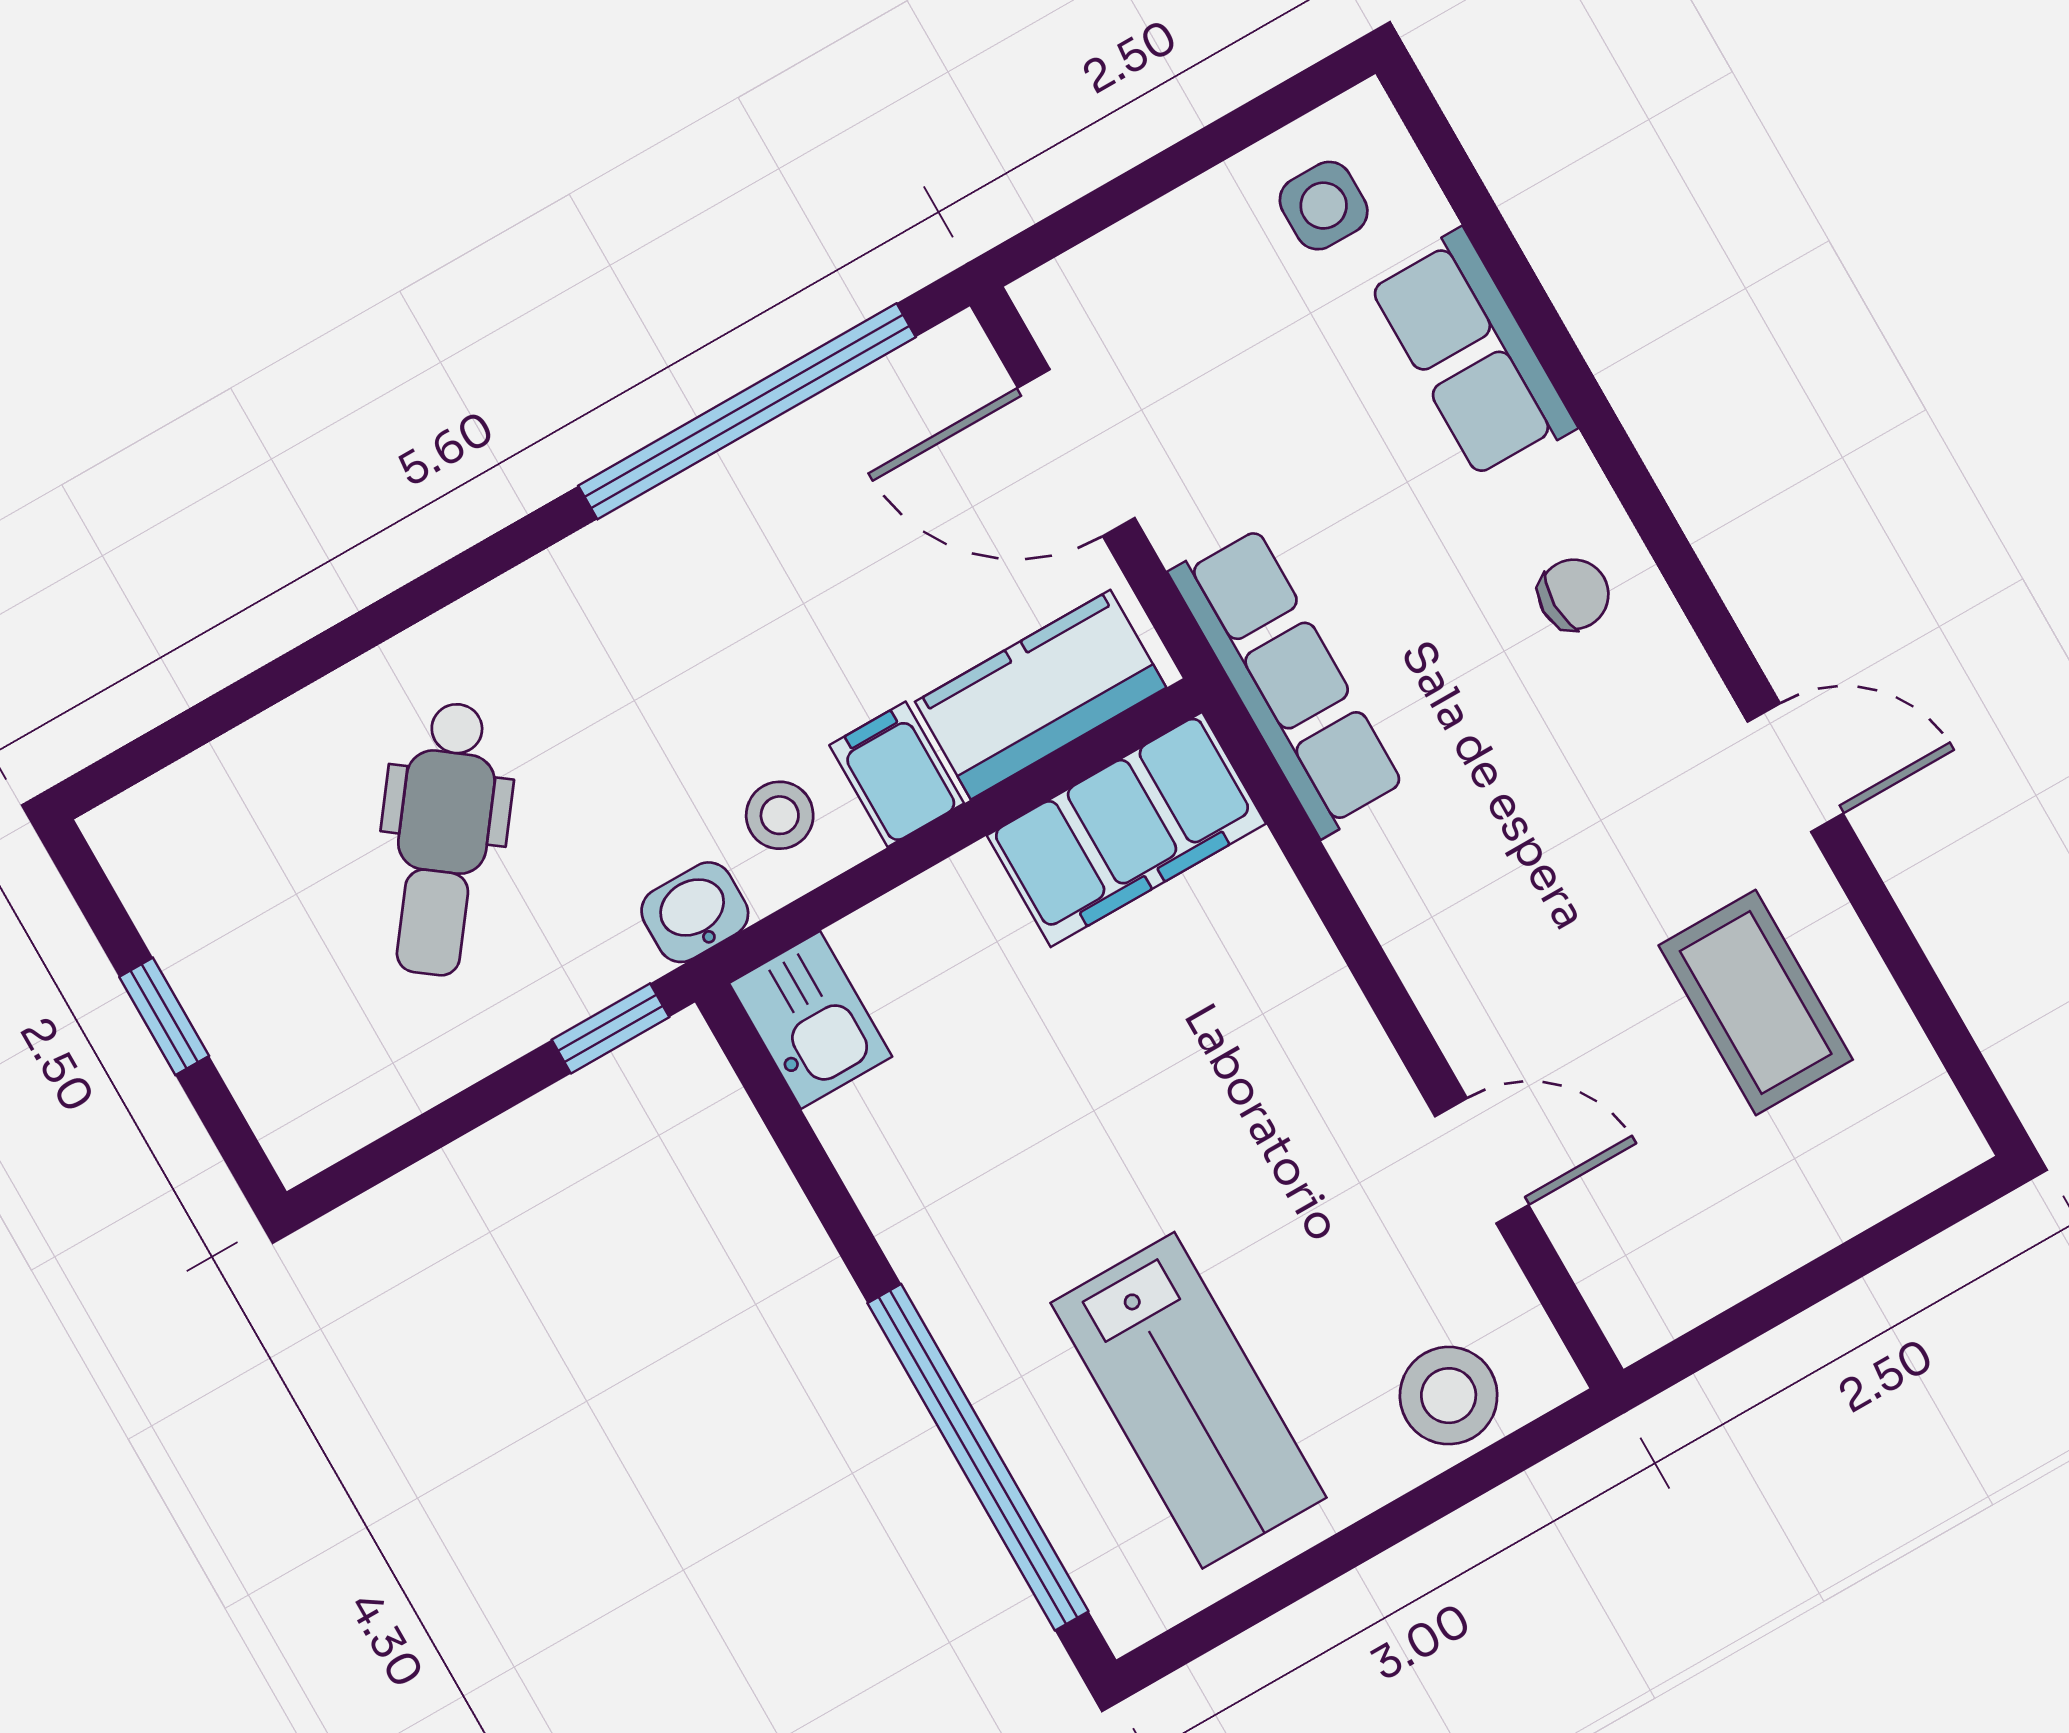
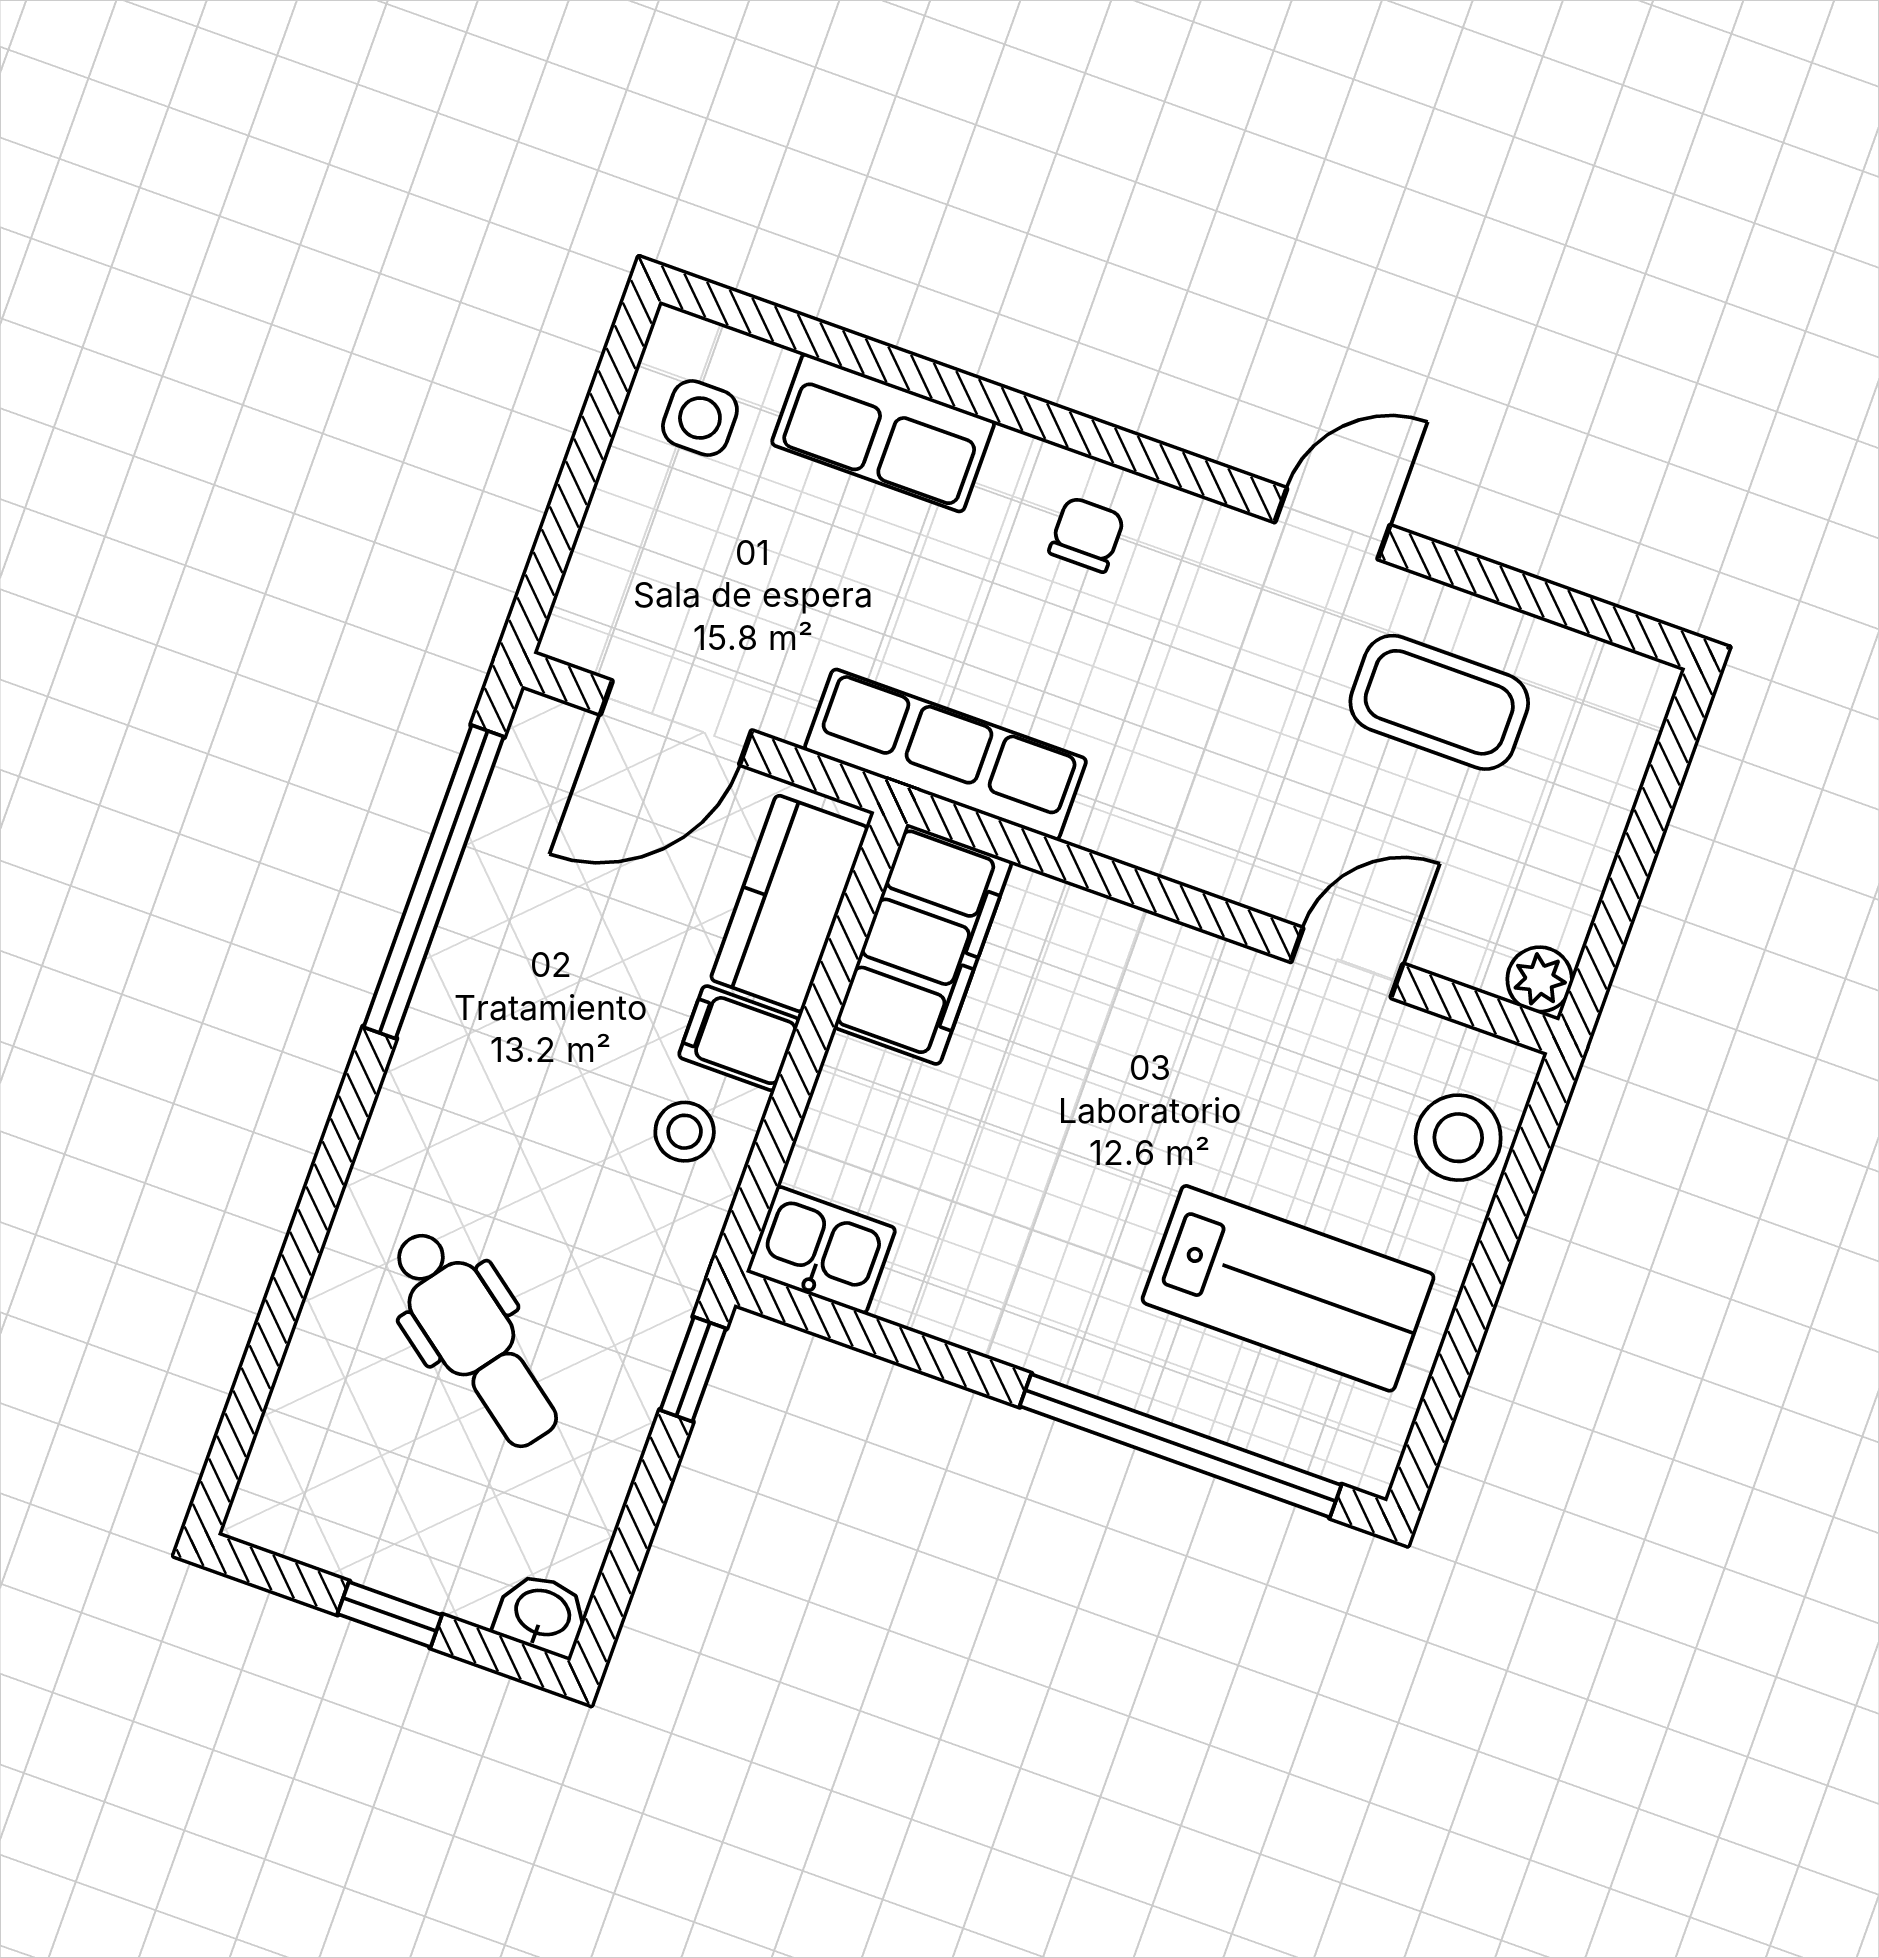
washbasin: (695, 912) -> (542, 1614), moved, turned 90
plant: (1637, 1318) -> (1540, 979), added

